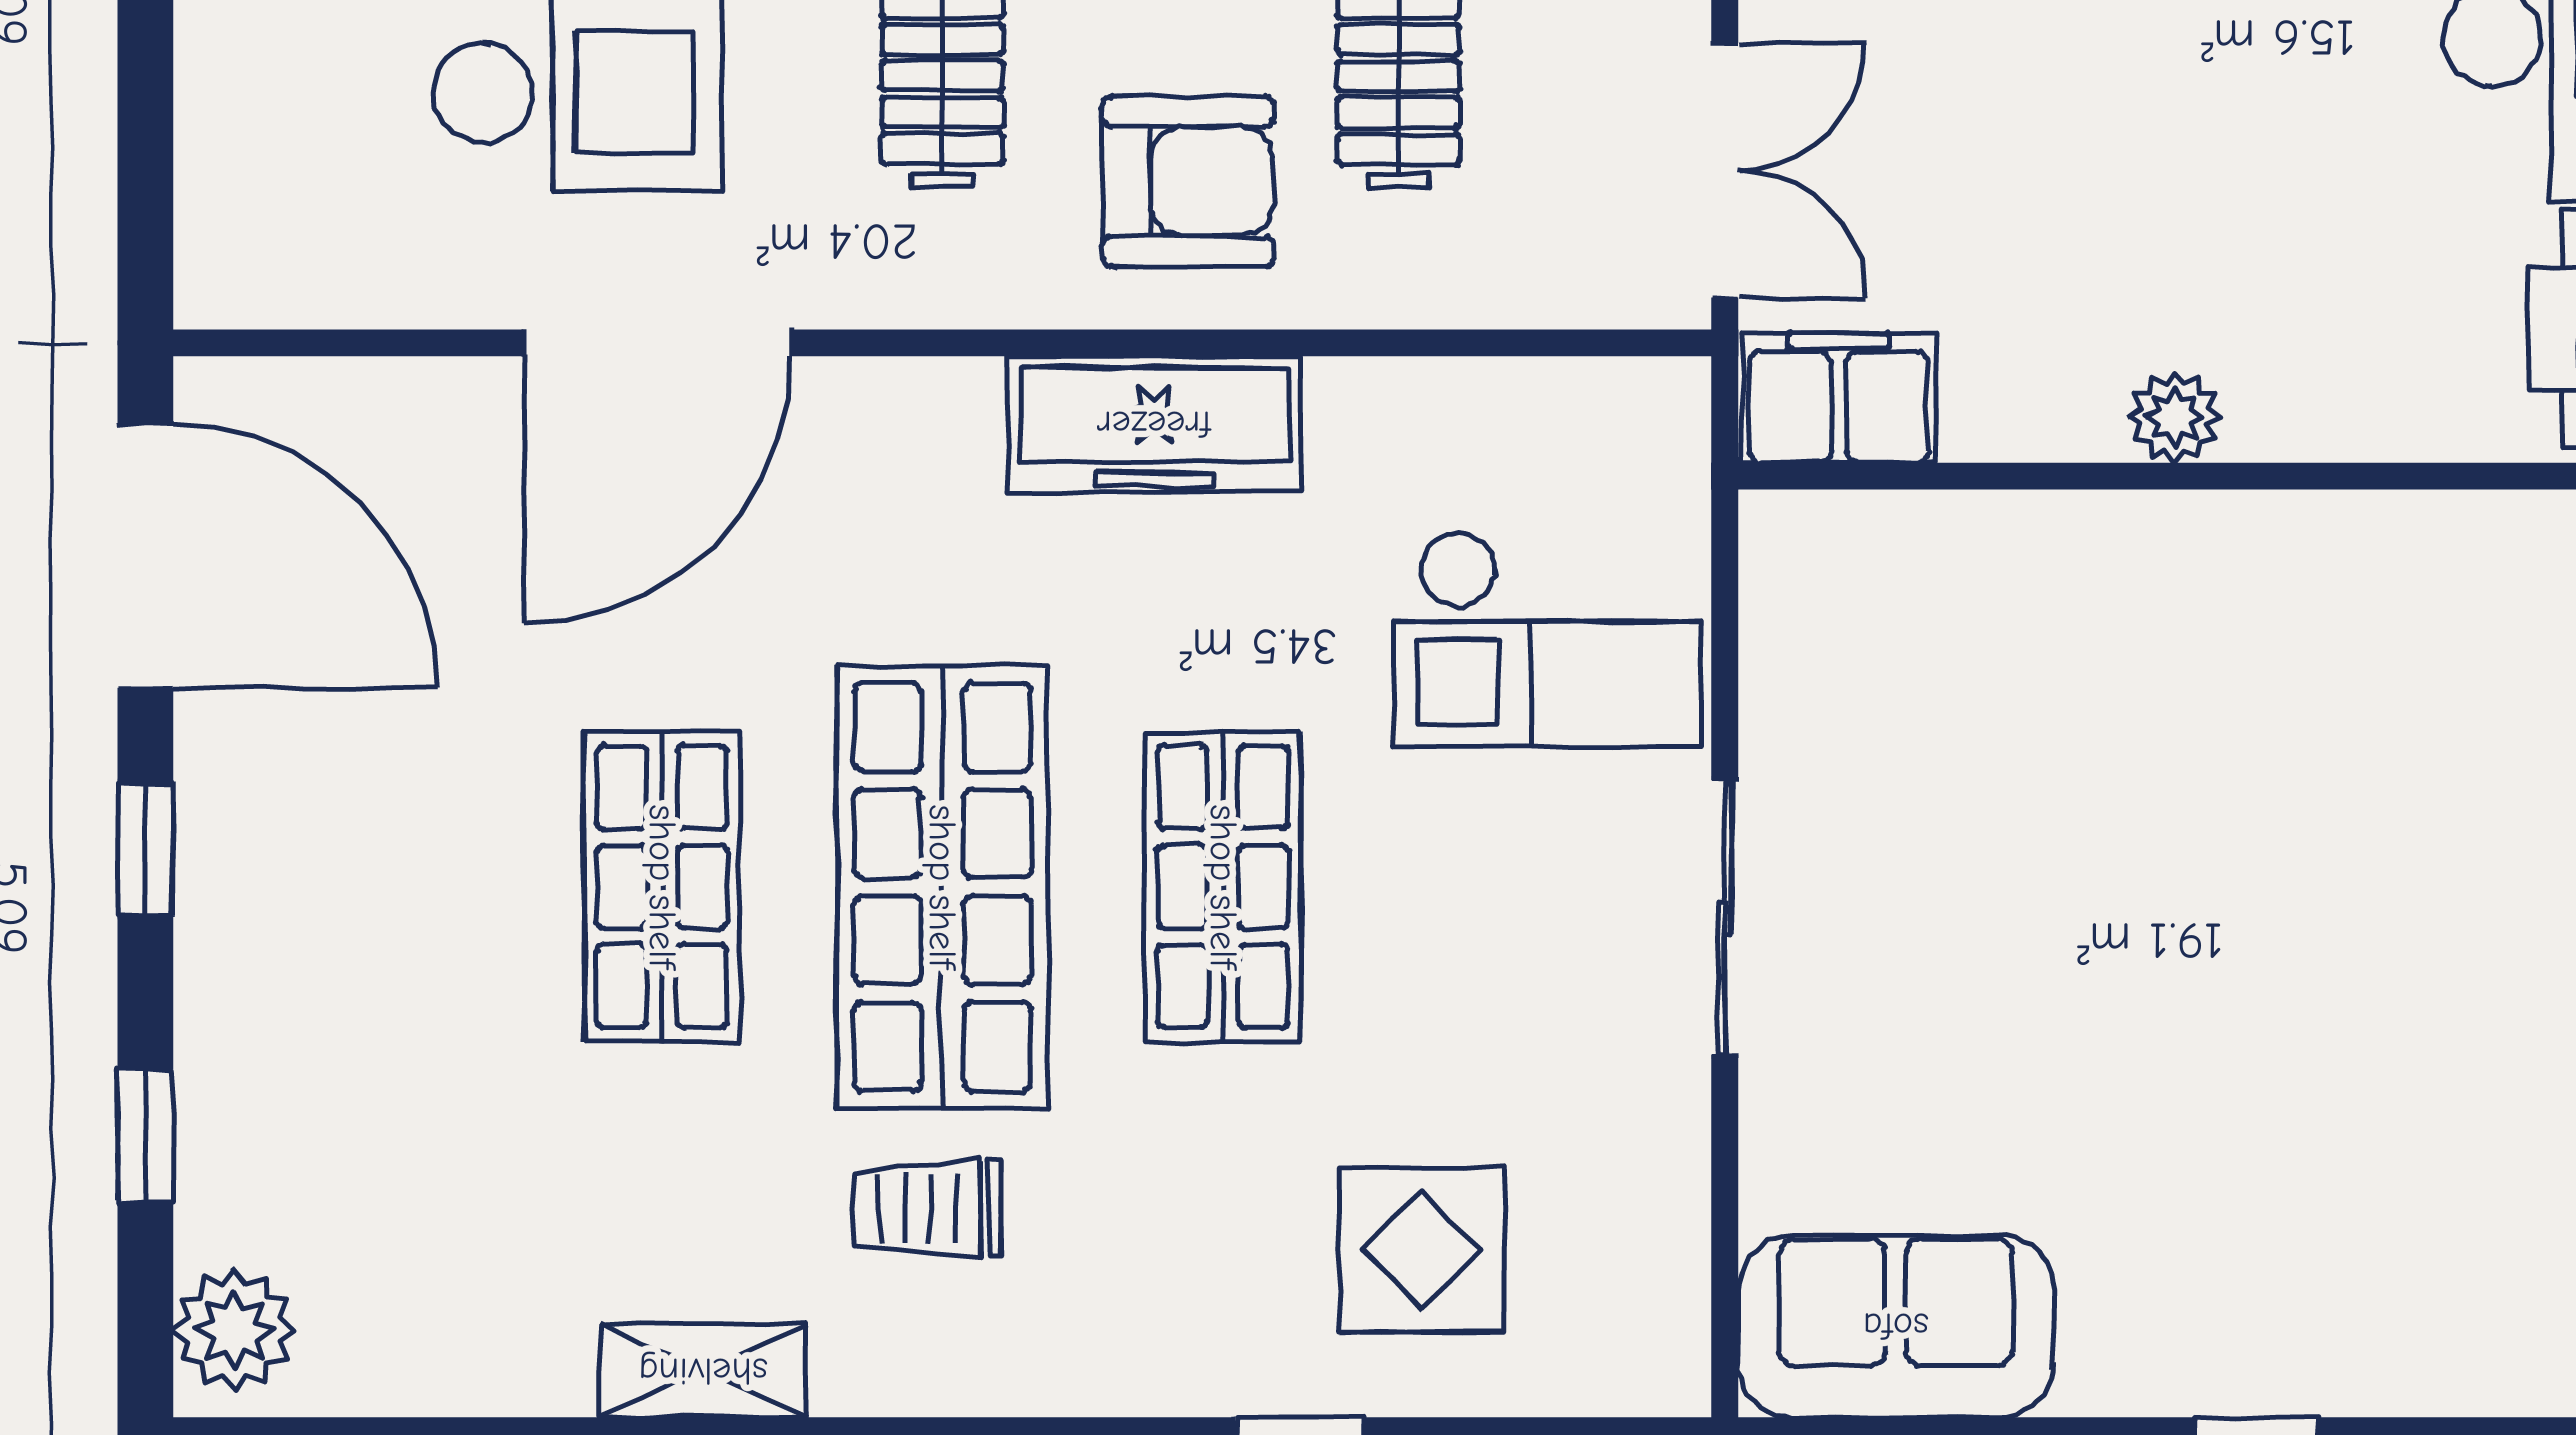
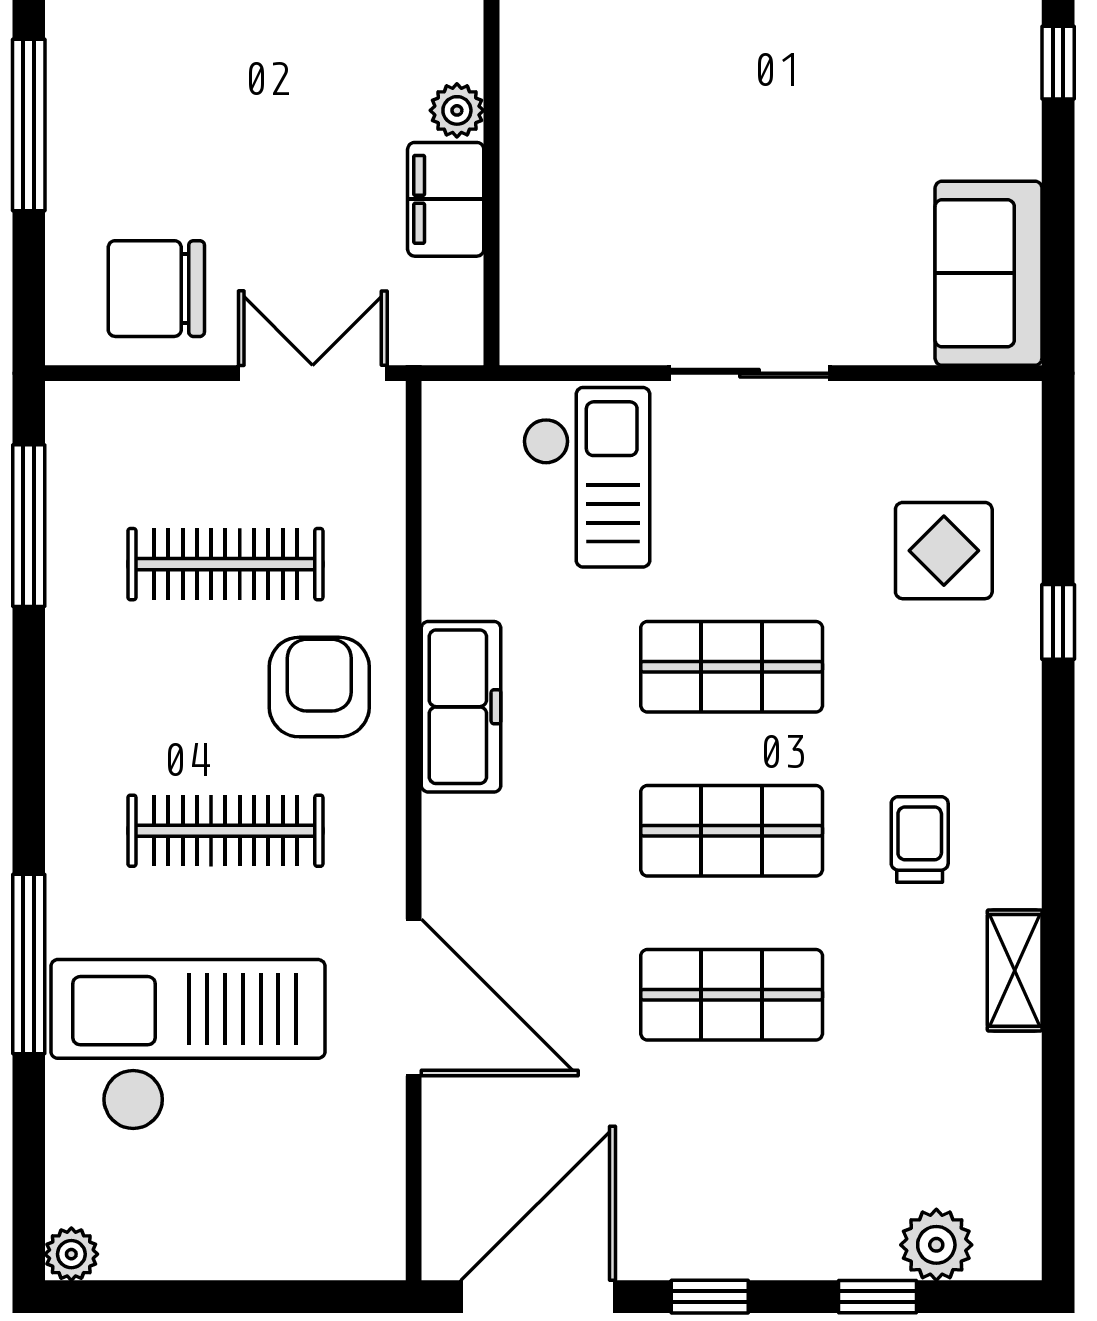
filing cabinet: (1839, 398) -> (446, 199), moved
shop shelf: (942, 887) -> (732, 831), width x0.70, depth x0.74
trolley: (927, 1208) -> (920, 839), turned 180
plant: (234, 1330) -> (936, 1245), moved

